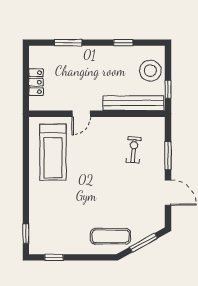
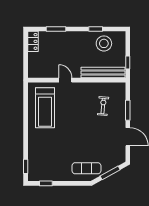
stool: (150, 71) -> (104, 43), moved
locker: (36, 82) -> (33, 41), moved
door: (81, 114) -> (65, 80), swing flipped

